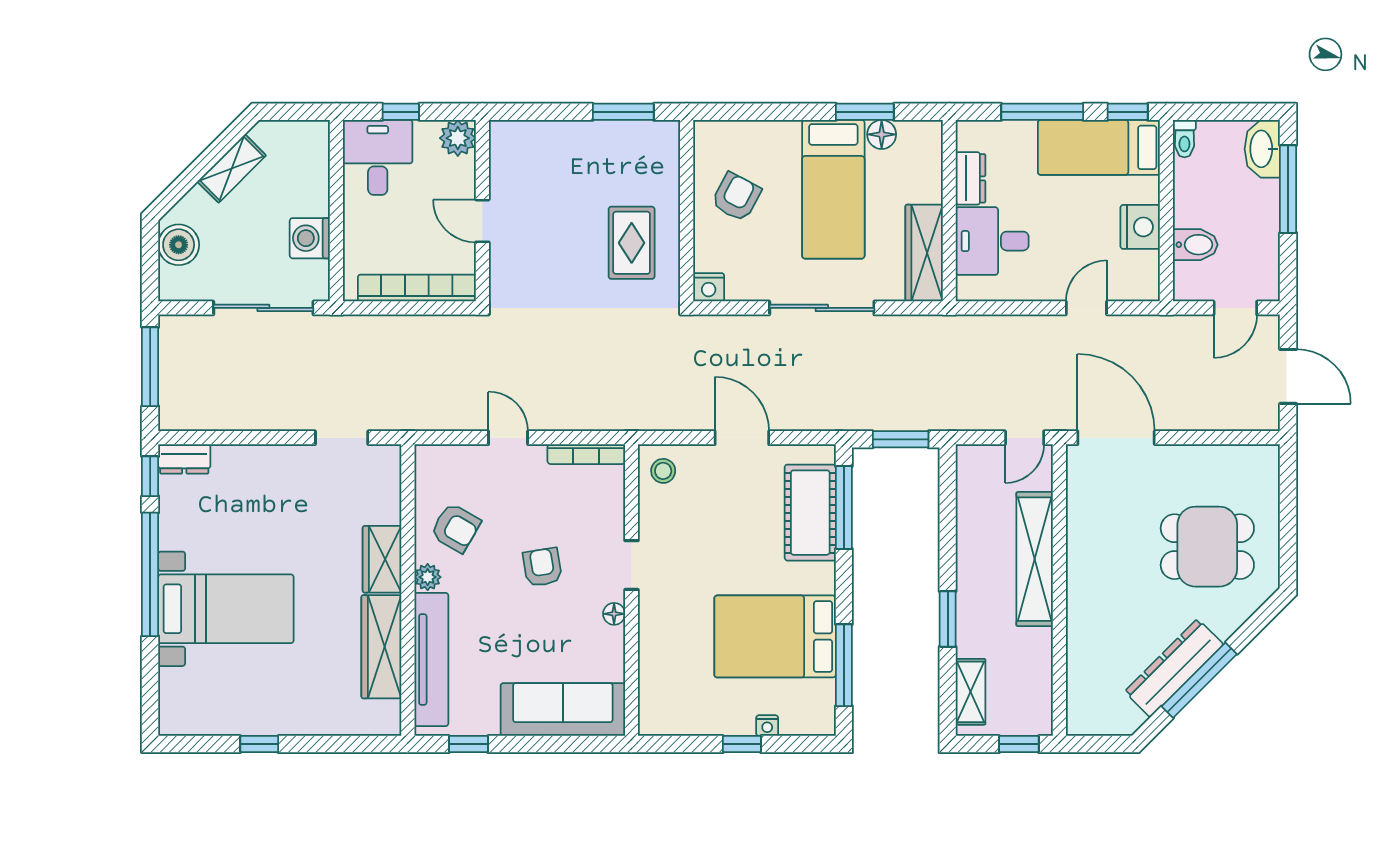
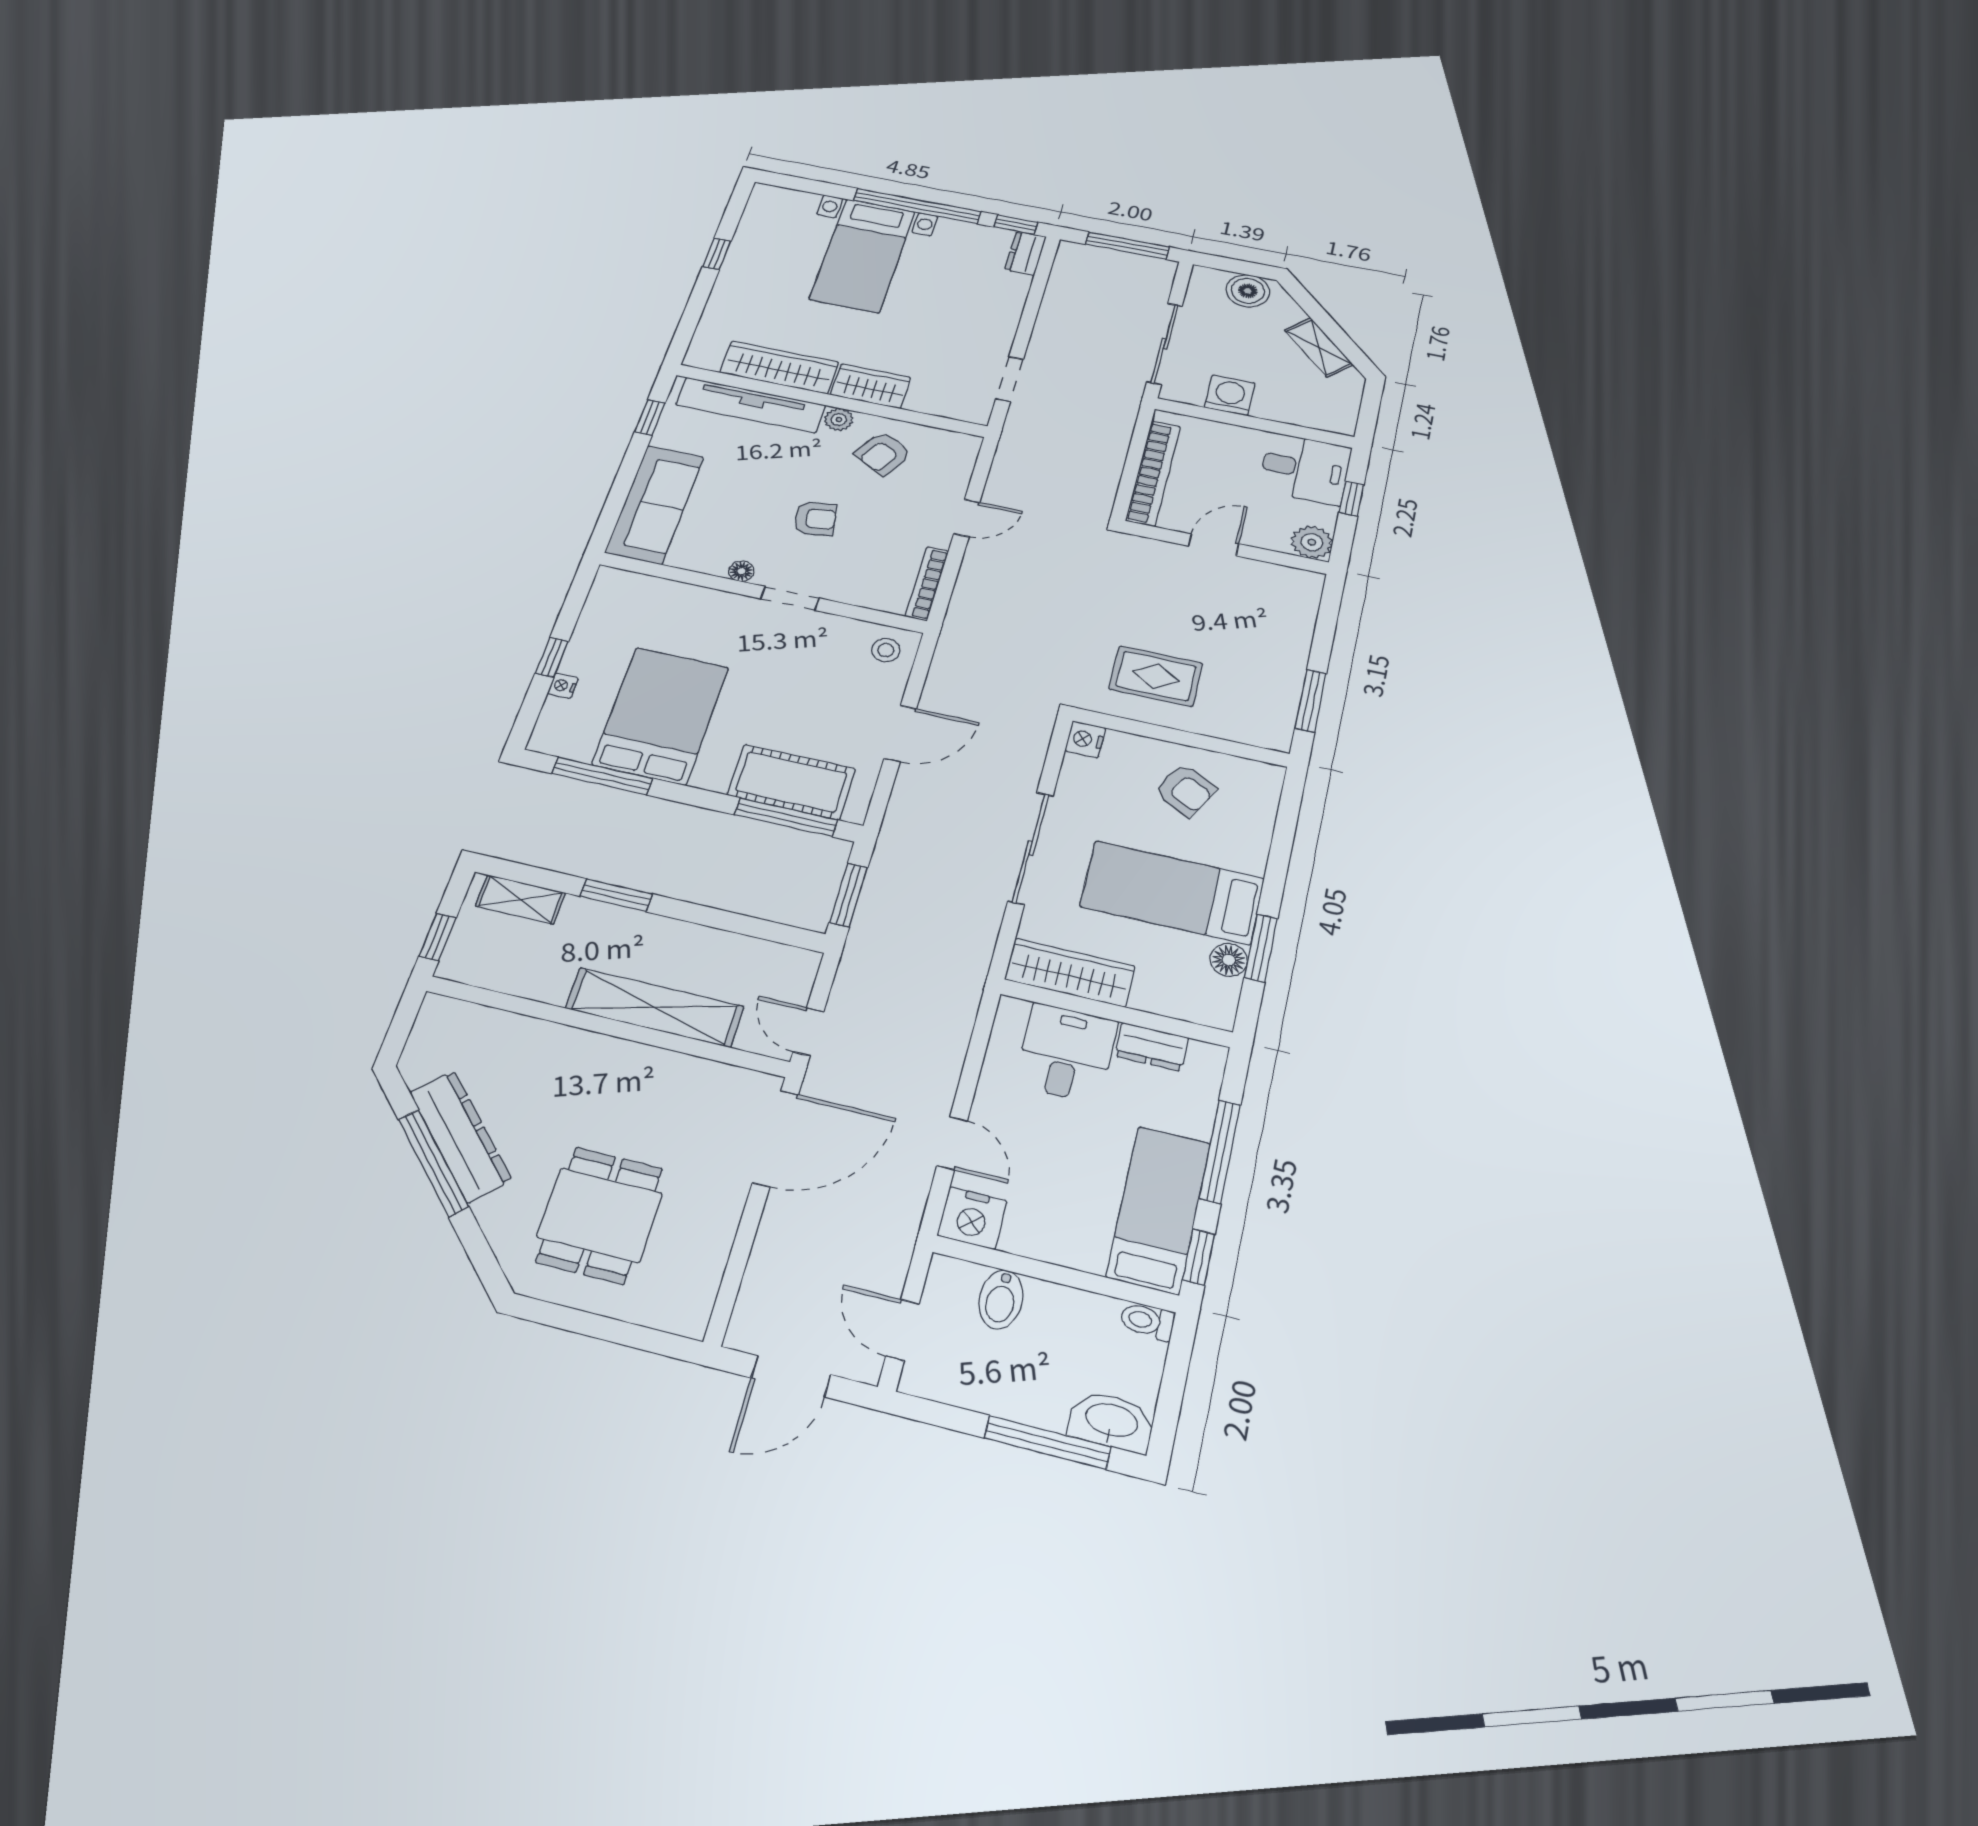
nightstand: (1140, 227) -> (972, 1218), moved

